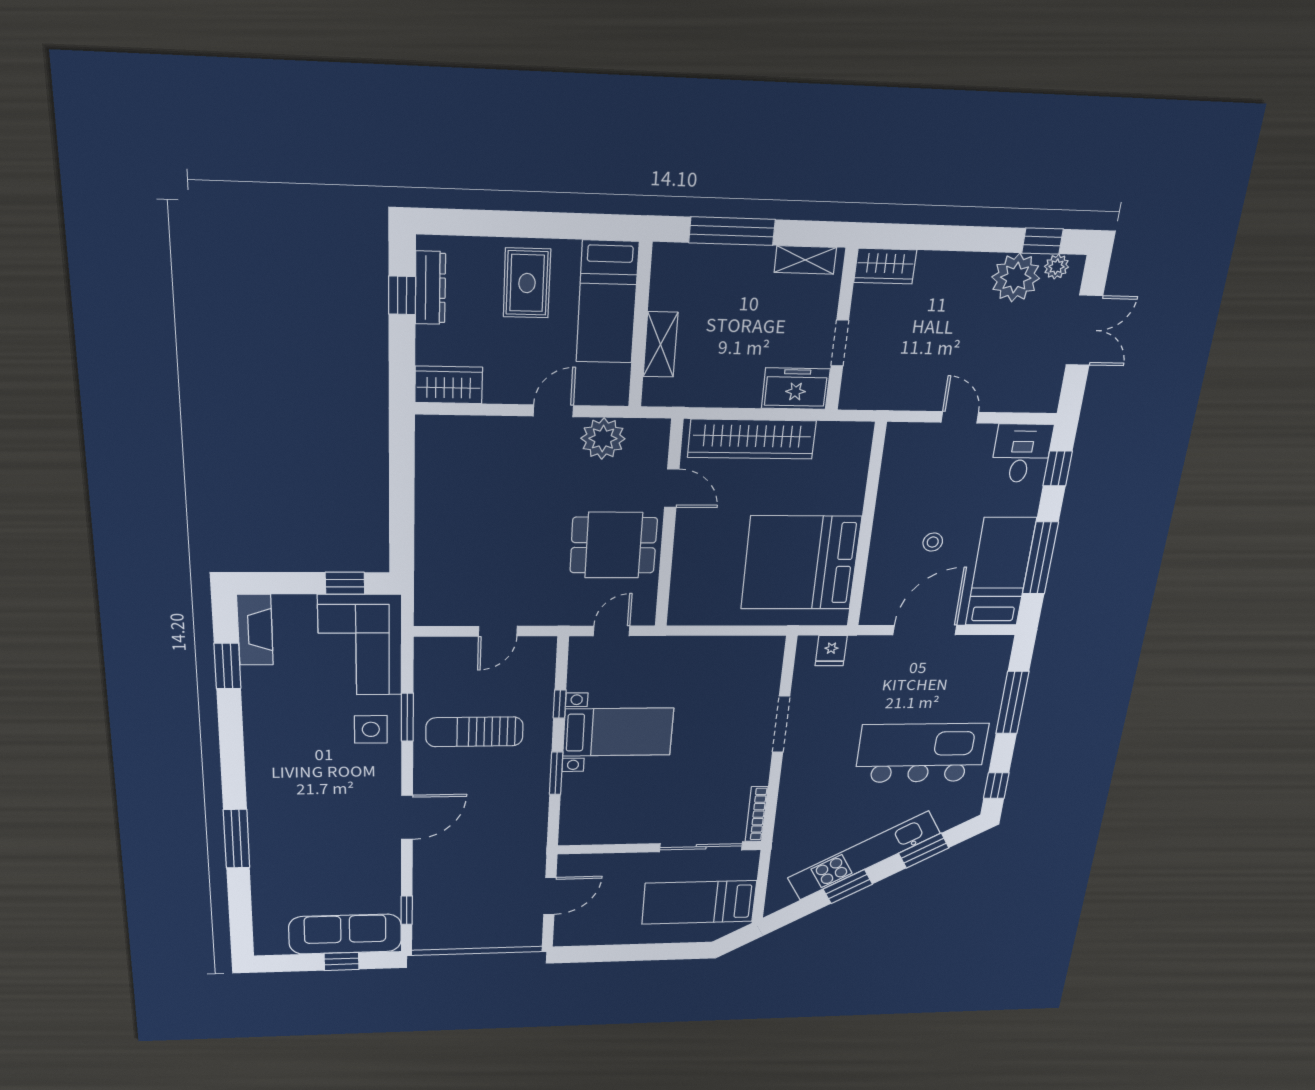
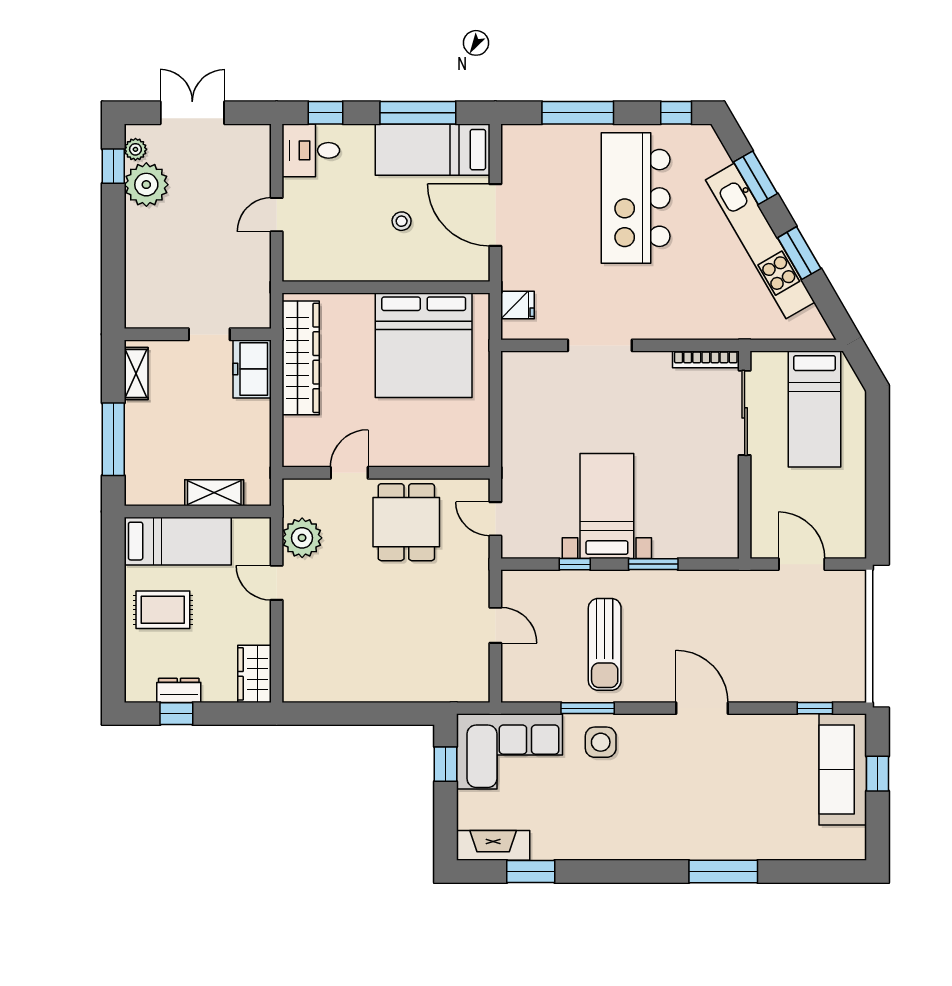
wardrobe: (885, 266) -> (139, 303), removed
dresser: (430, 288) -> (179, 690), width x0.70
wardrobe: (752, 439) -> (301, 358), moved

